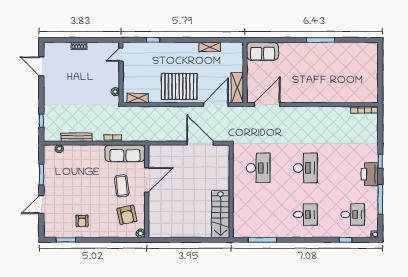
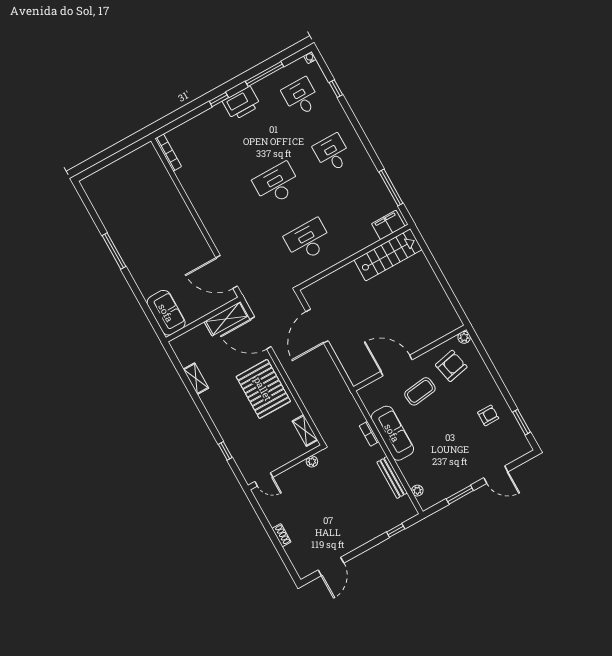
sofa: (125, 153) -> (392, 433), moved
filing cabinet: (240, 225) -> (388, 225), added

